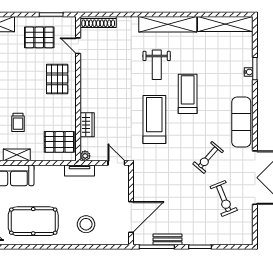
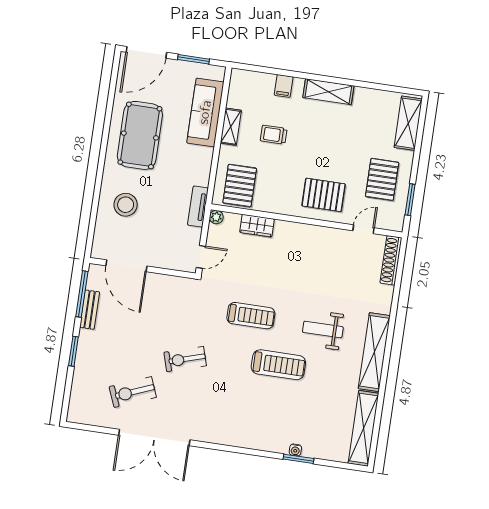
treadmill: (154, 119) -> (251, 316), width x0.73, depth x0.73
exercise mat: (241, 122) -> (230, 430), removed
exercise bike: (208, 158) -> (185, 359), moved, turned -58

